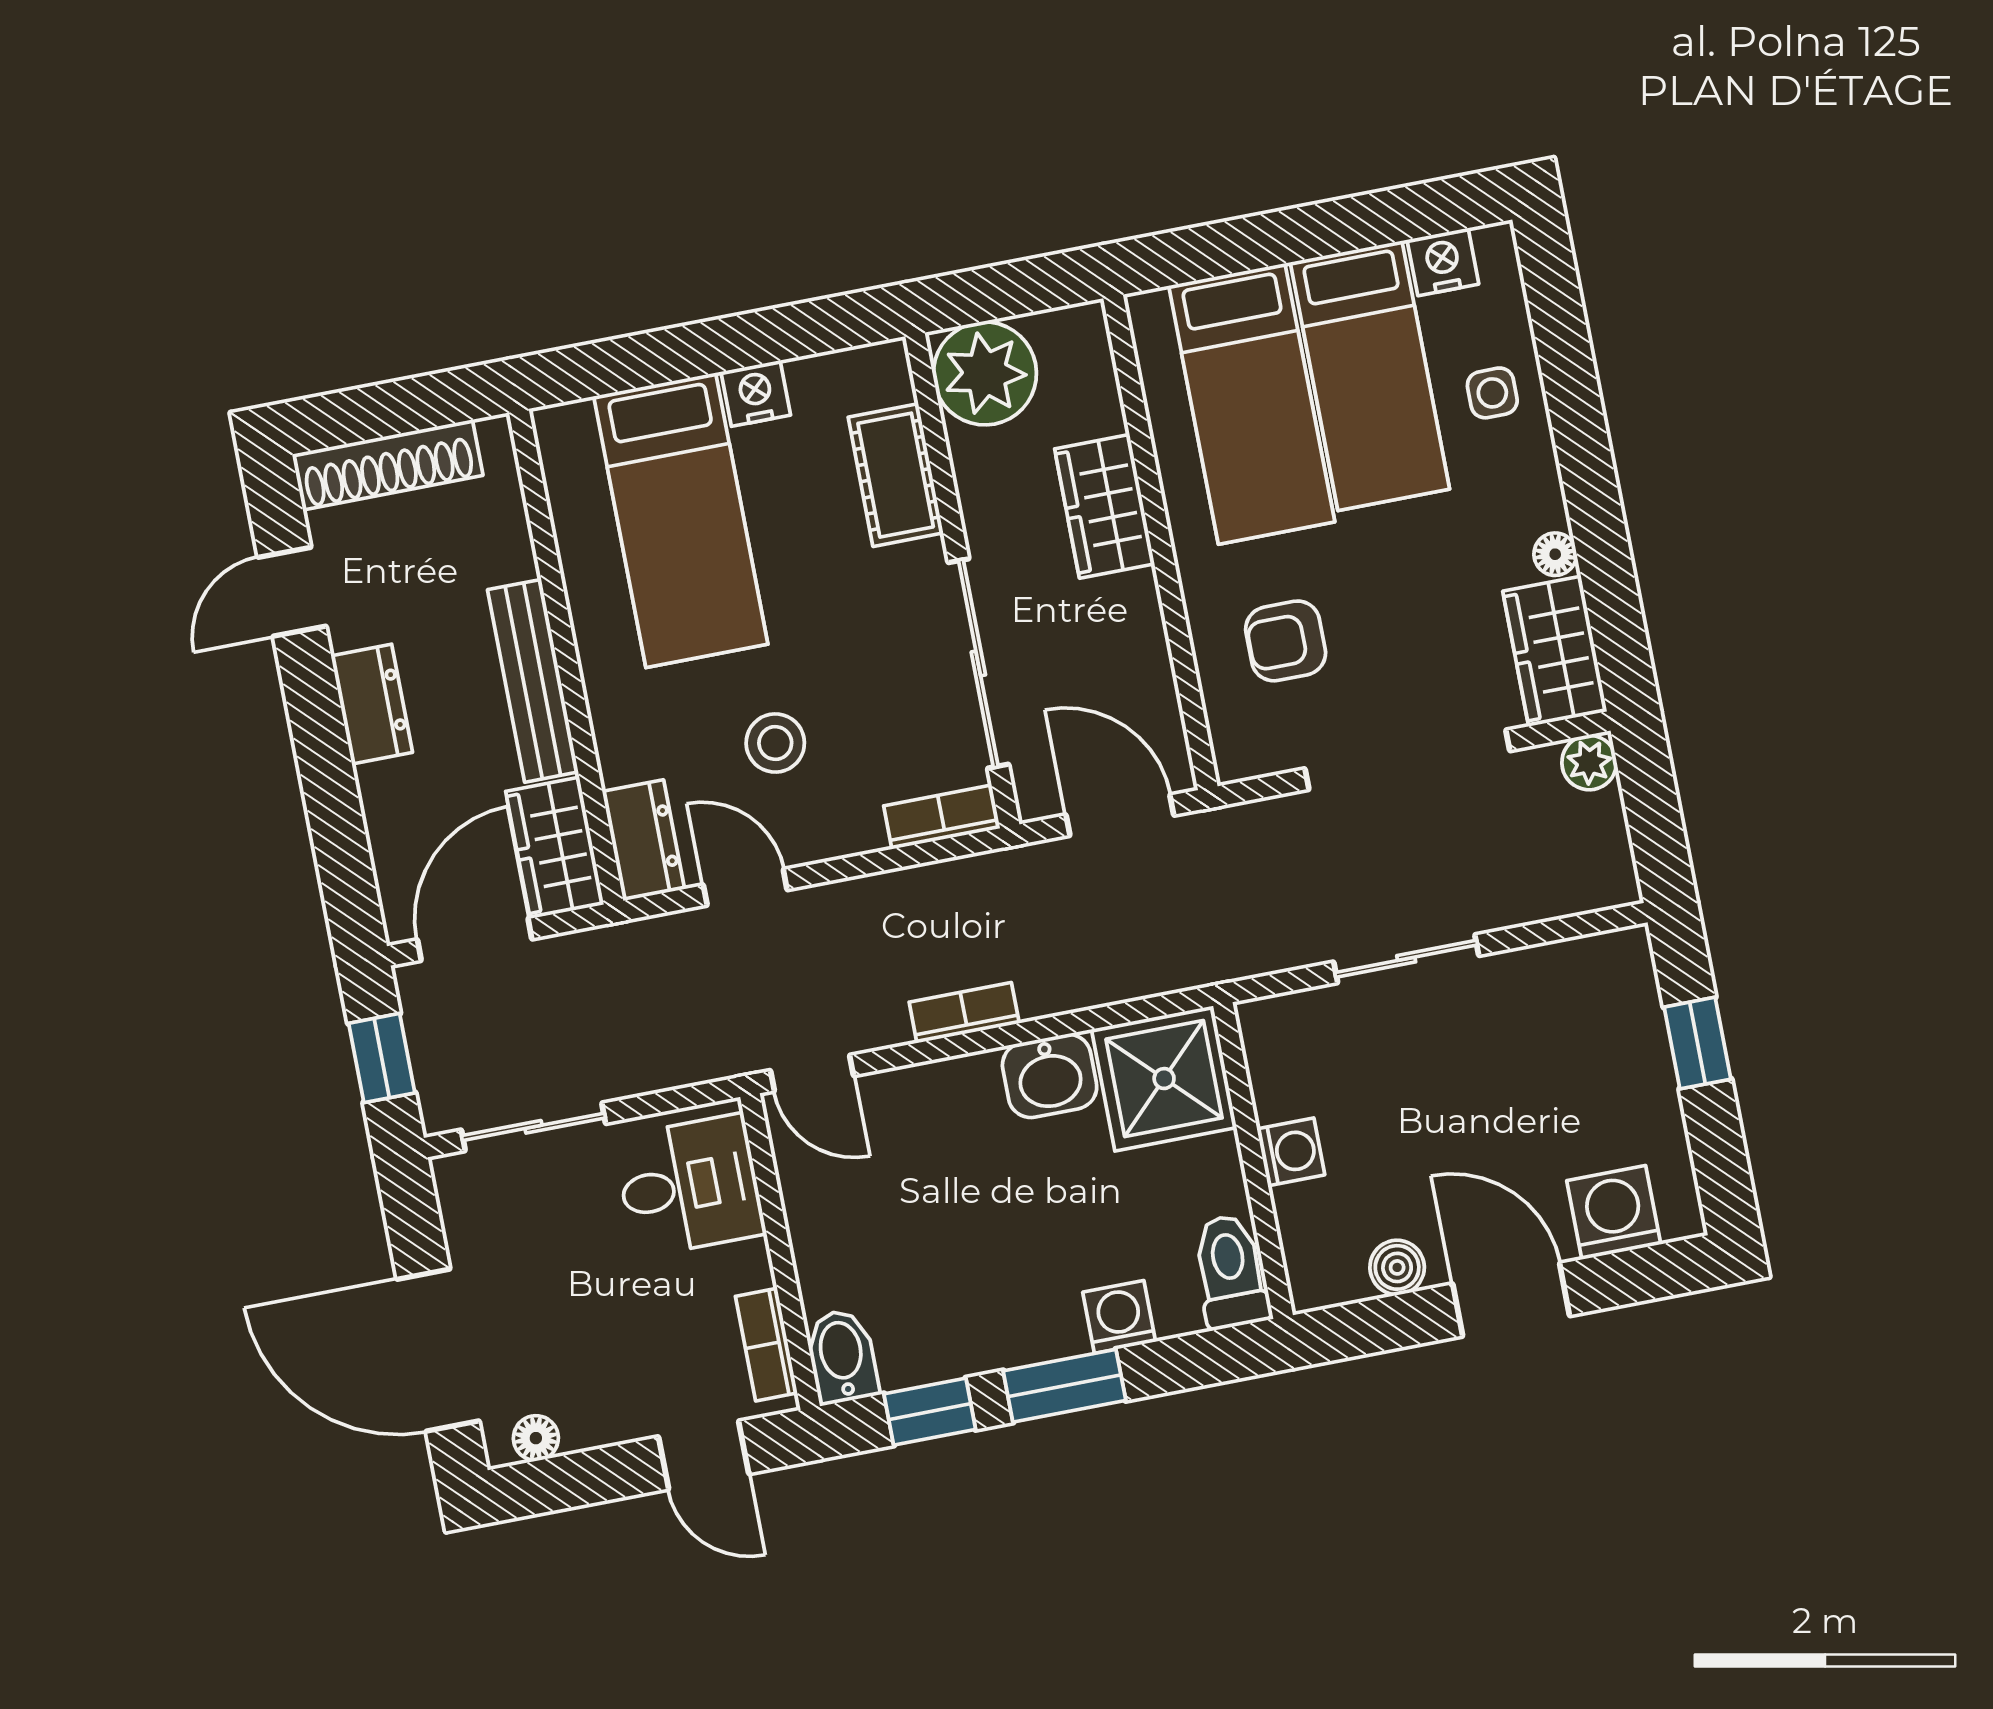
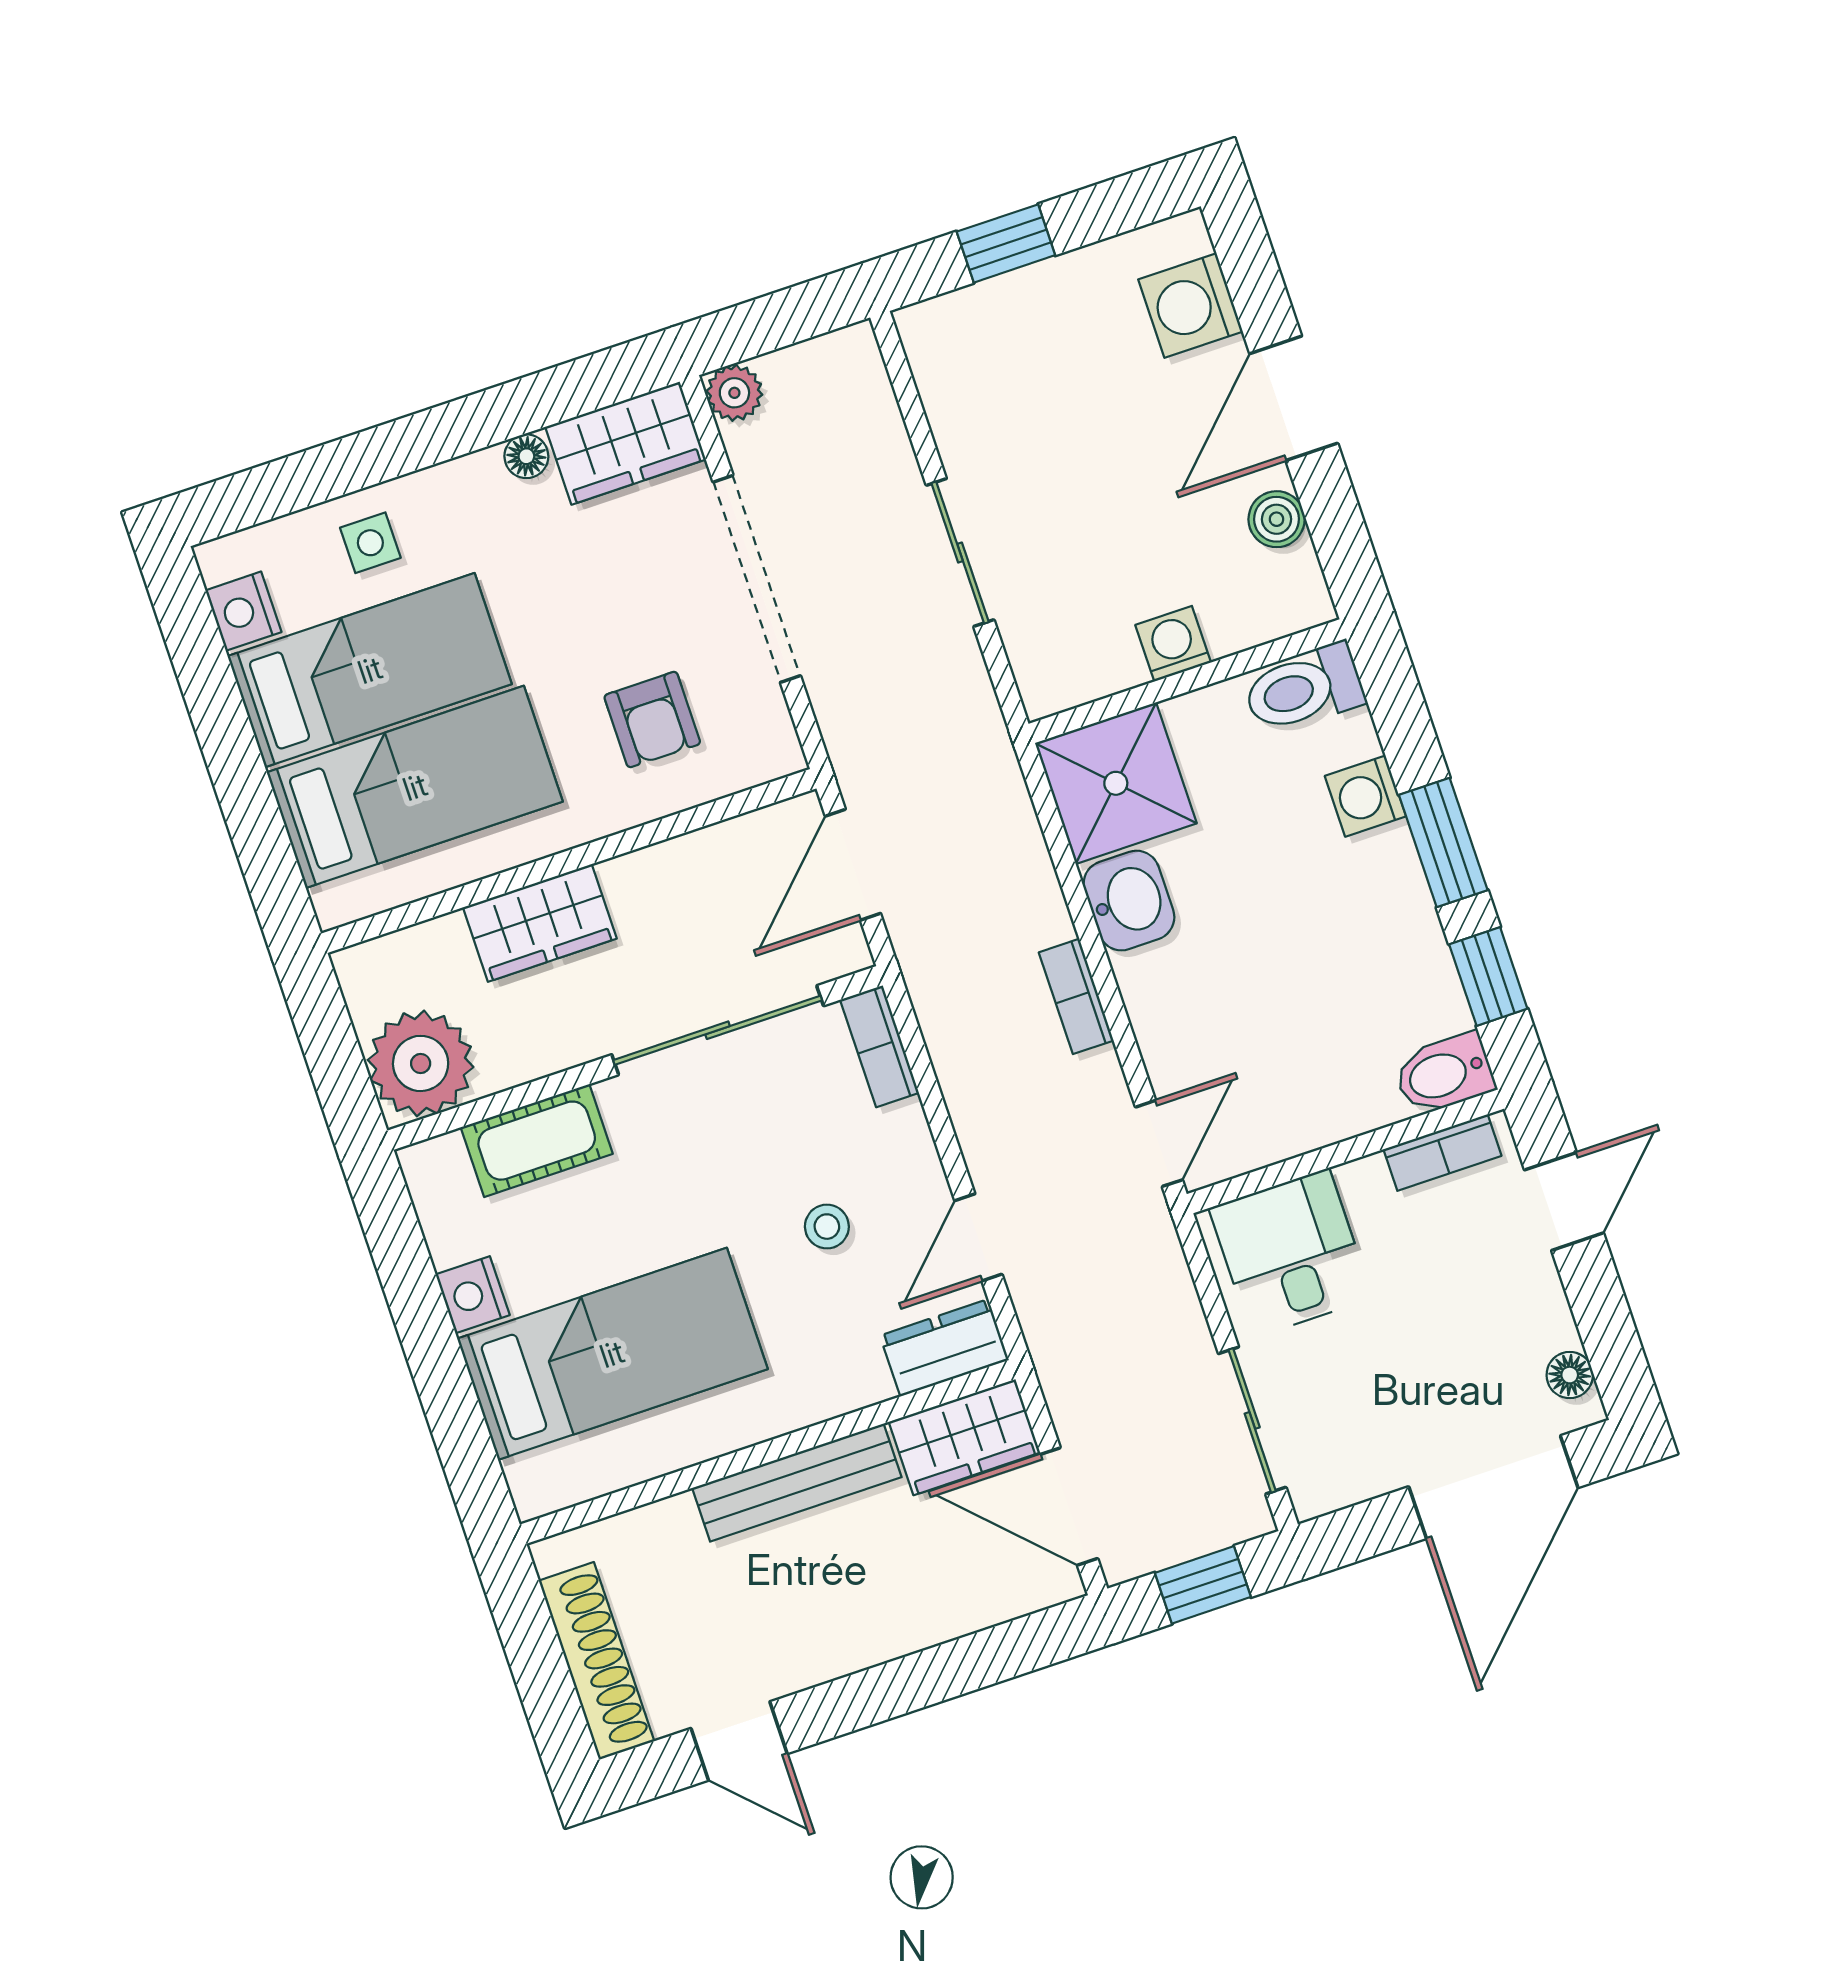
dresser: (372, 704) -> (843, 1644), removed
stool: (775, 743) -> (827, 1227), width x0.73, depth x0.73

